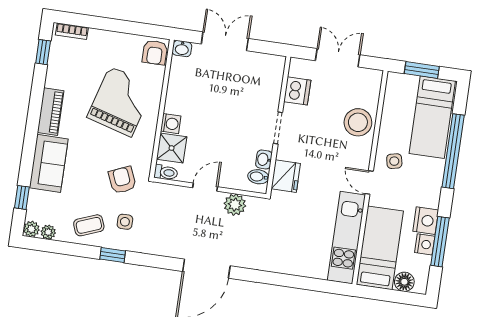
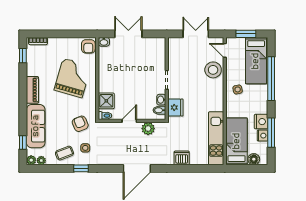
dishwasher: (297, 91) -> (182, 158), moved, turned -90
washing machine: (171, 124) -> (104, 87), removed
sofa: (49, 163) -> (36, 126), width x1.36
door: (369, 182) -> (225, 50), moved

